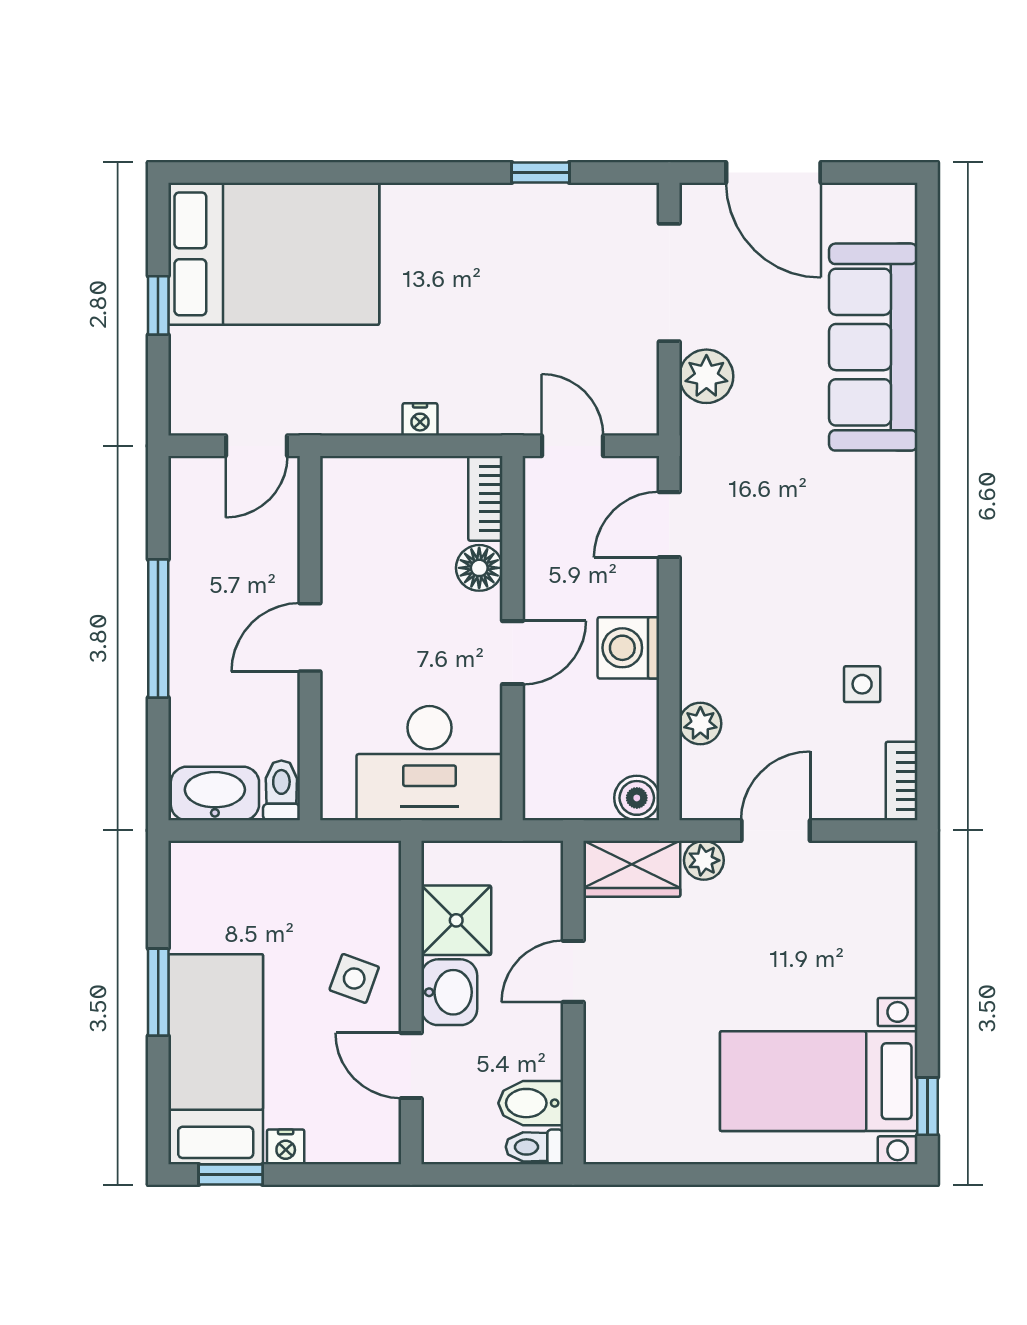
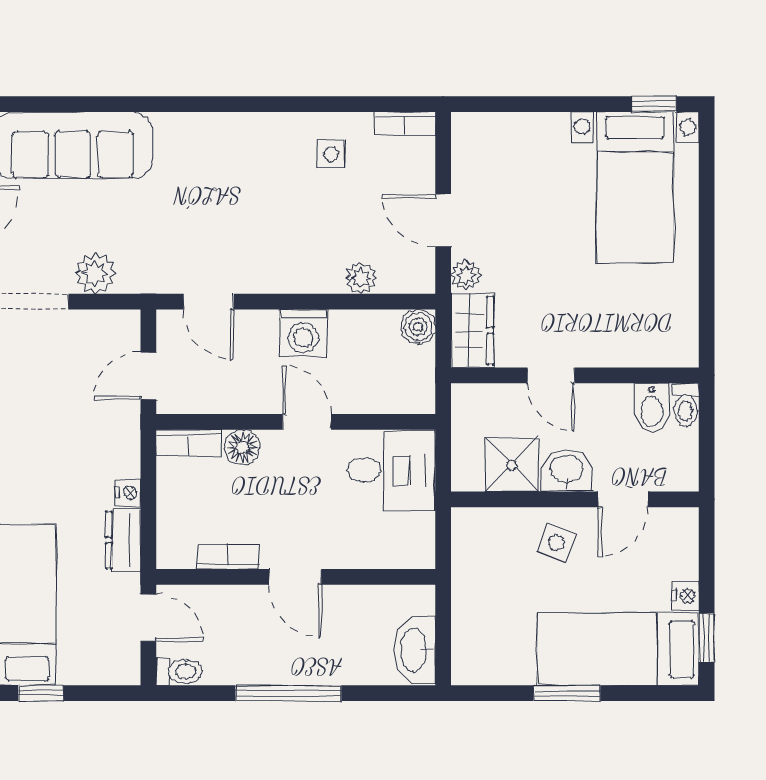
dresser: (358, 413) -> (123, 540), added
bookcase: (336, 550) -> (228, 557), added
desk: (429, 763) -> (391, 470), width x0.73
toilet: (281, 790) -> (179, 671), moved, turned 180

